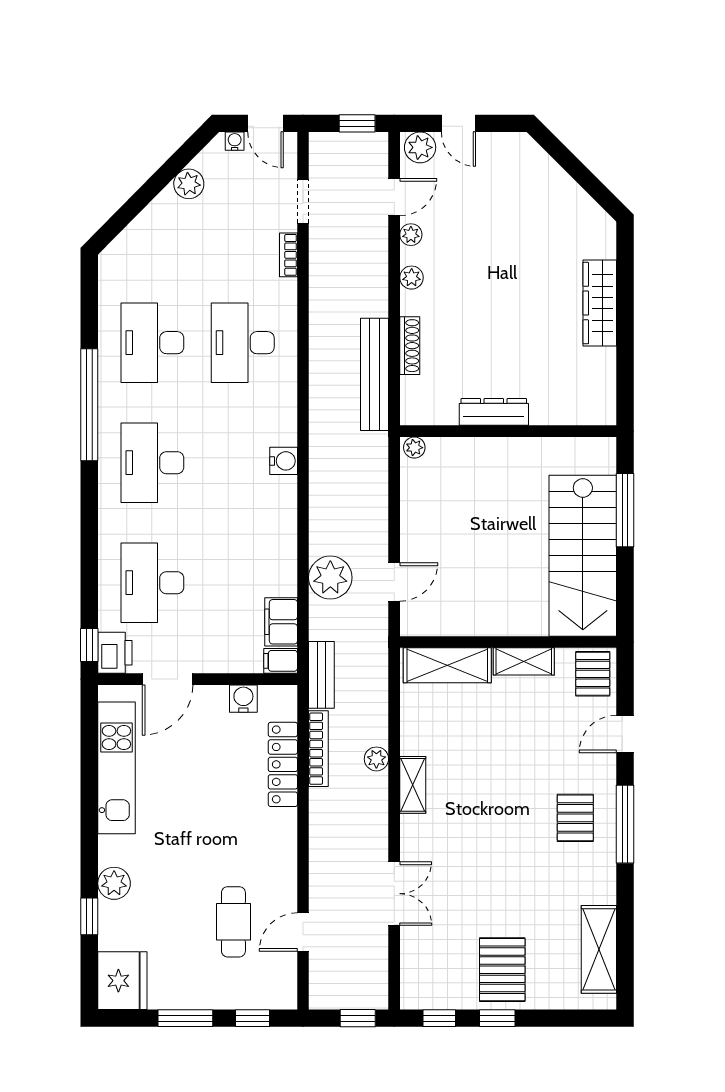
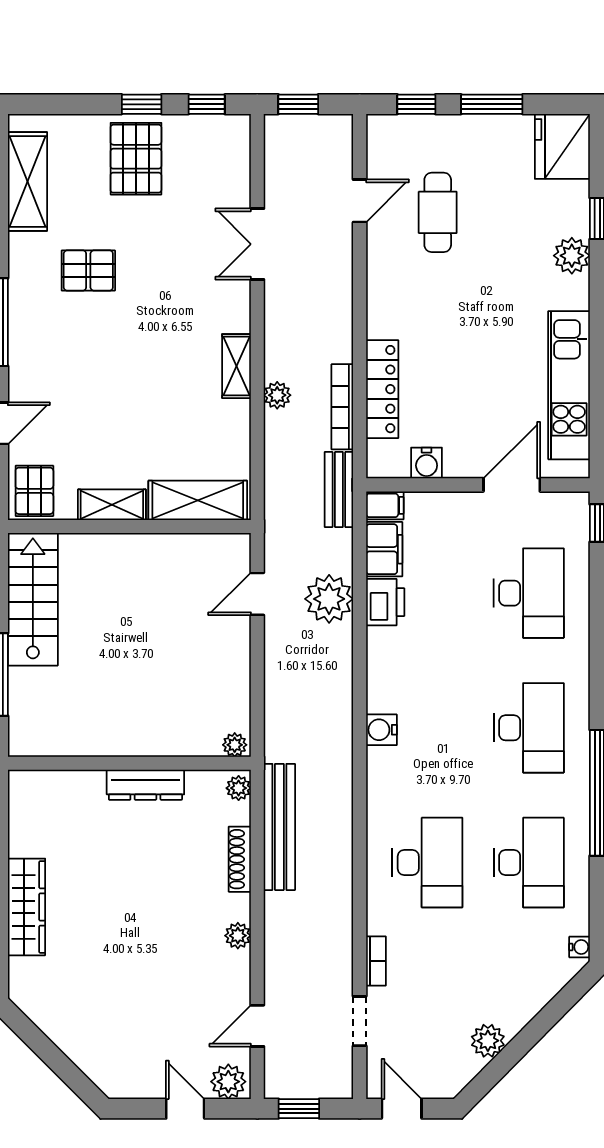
water cooler: (235, 141) -> (580, 947), moved, turned -90
plant: (411, 235) -> (239, 788), moved
stairs: (583, 556) -> (33, 599), width x0.73, depth x0.66
printer: (115, 653) -> (385, 602), moved, turned 180
pallet: (575, 818) -> (88, 271), moved, turned 90

